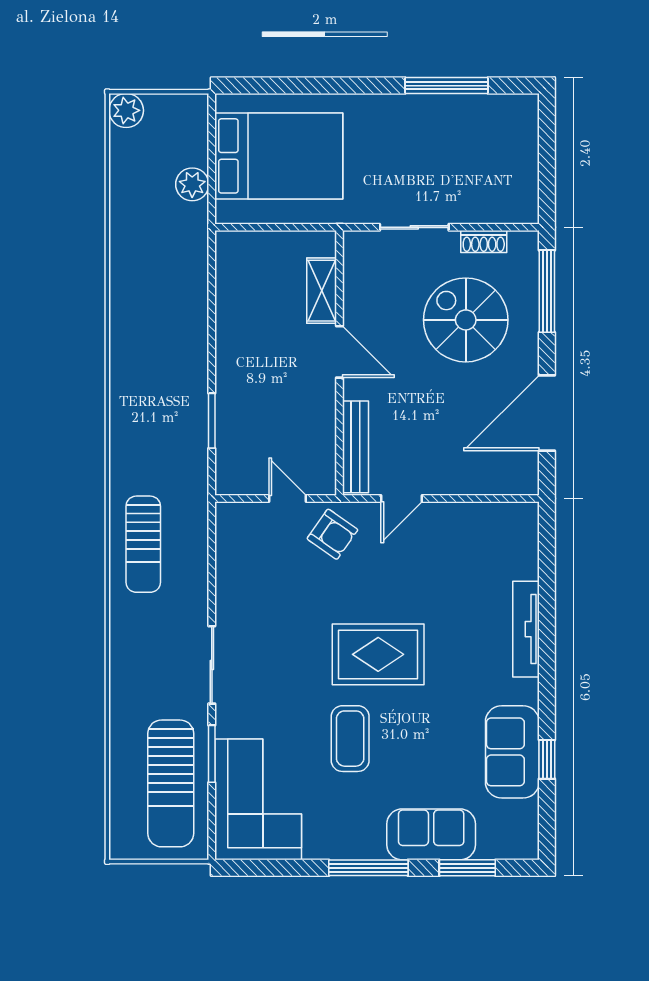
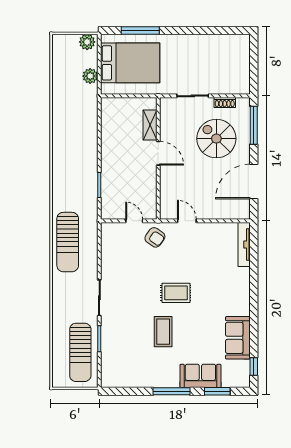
window: (447, 86) -> (140, 30), moved
plant: (126, 110) -> (87, 42), moved
bench: (356, 447) -> (166, 197), removed
door: (402, 498) -> (187, 221), swing flipped
sun lounger: (143, 544) -> (68, 242), width x1.36, depth x1.34
tv unit: (526, 629) -> (244, 245), moved
rug: (378, 654) -> (176, 293), width x0.73, depth x0.70
window: (547, 759) -> (254, 367), moved
corner sofa: (258, 799) -> (121, 360), removed

